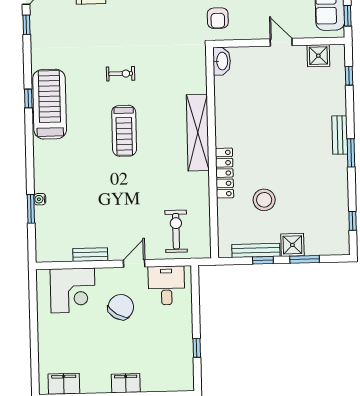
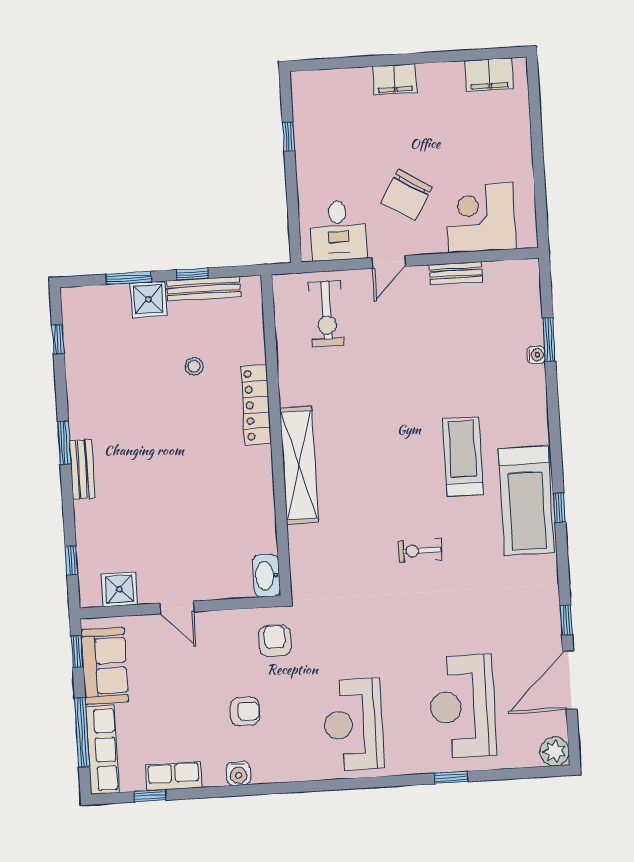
treadmill: (124, 131) -> (463, 456), moved
stool: (264, 200) -> (194, 366), width x0.53, depth x0.53

